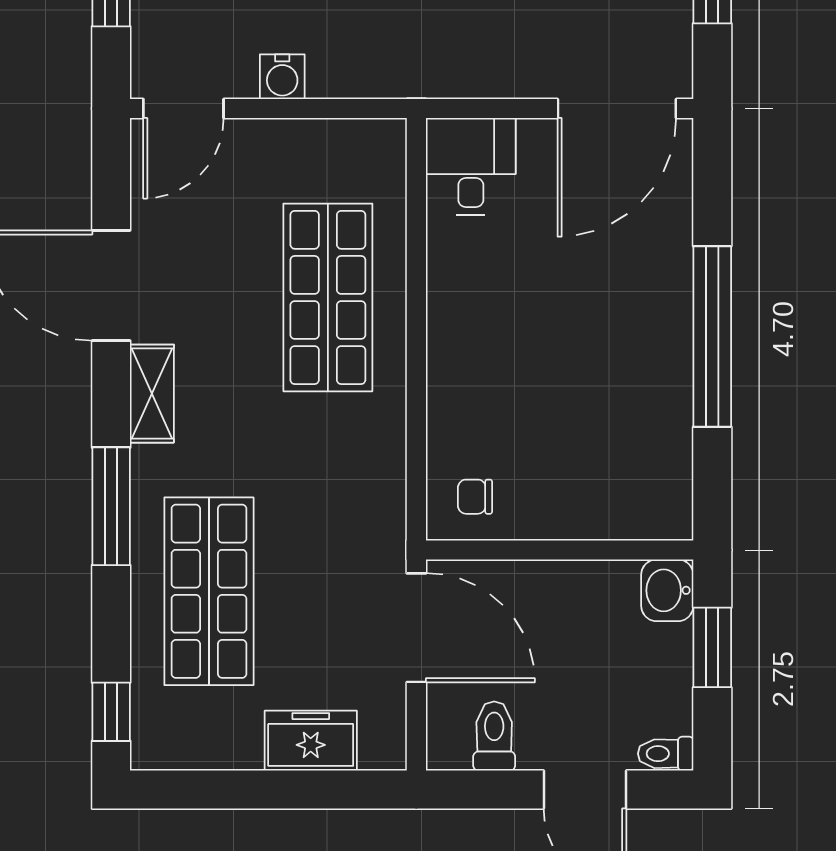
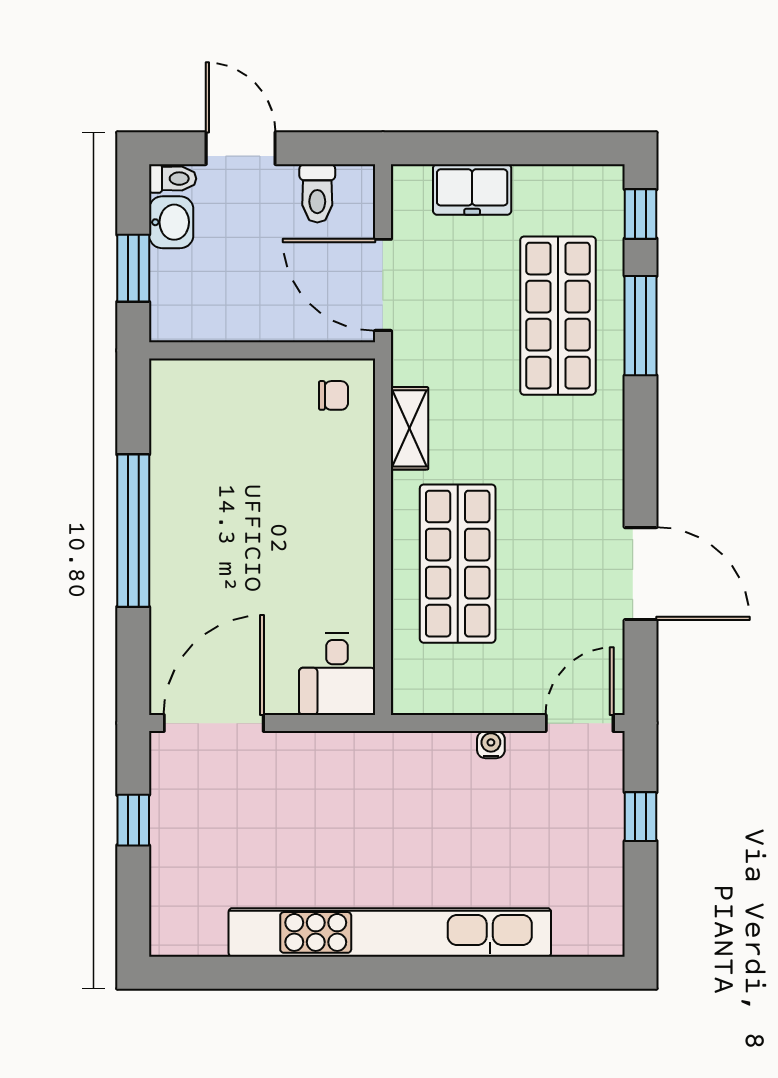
water cooler: (282, 77) -> (491, 745), width x0.72, depth x0.72
shelving: (152, 394) -> (409, 428), moved
window: (111, 506) -> (641, 326), moved
washbasin: (667, 590) -> (171, 222), moved

